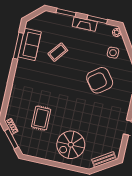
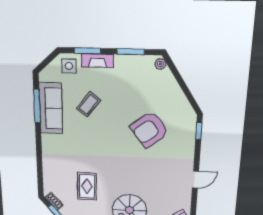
fireplace: (85, 24) -> (97, 61), moved
sofa: (30, 44) -> (51, 108), width x1.36
side table: (113, 53) -> (69, 66), moved

